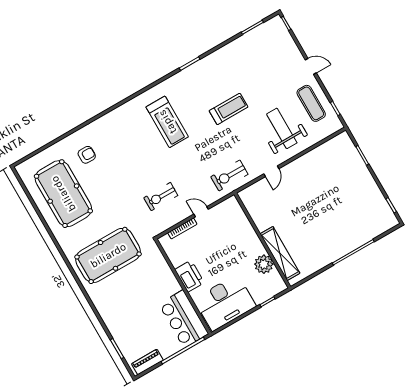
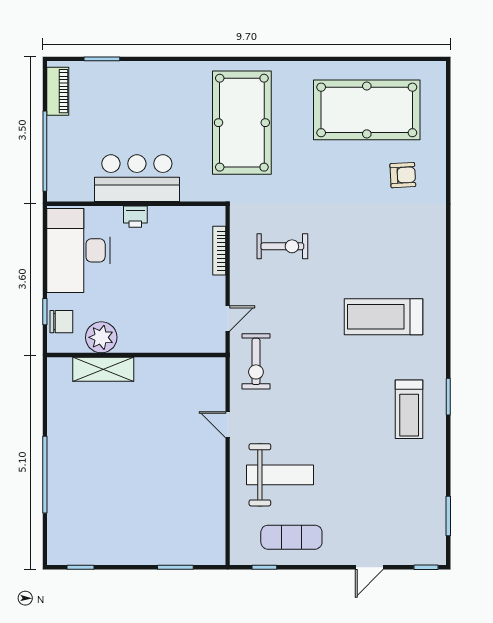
door: (311, 66) -> (369, 567), moved
treadmill: (229, 109) -> (409, 409), moved
armchair: (87, 155) -> (403, 175), turned -93
exercise bike: (229, 175) -> (256, 361), turned 180
exercise bike: (161, 197) -> (282, 246), turned 90
door: (201, 212) -> (228, 319), moved
shelving: (280, 253) -> (103, 369), width x0.68
printer: (189, 276) -> (135, 217), width x0.53, depth x0.68
chair: (268, 290) -> (61, 322), added
bar counter: (184, 319) -> (137, 178), moved

